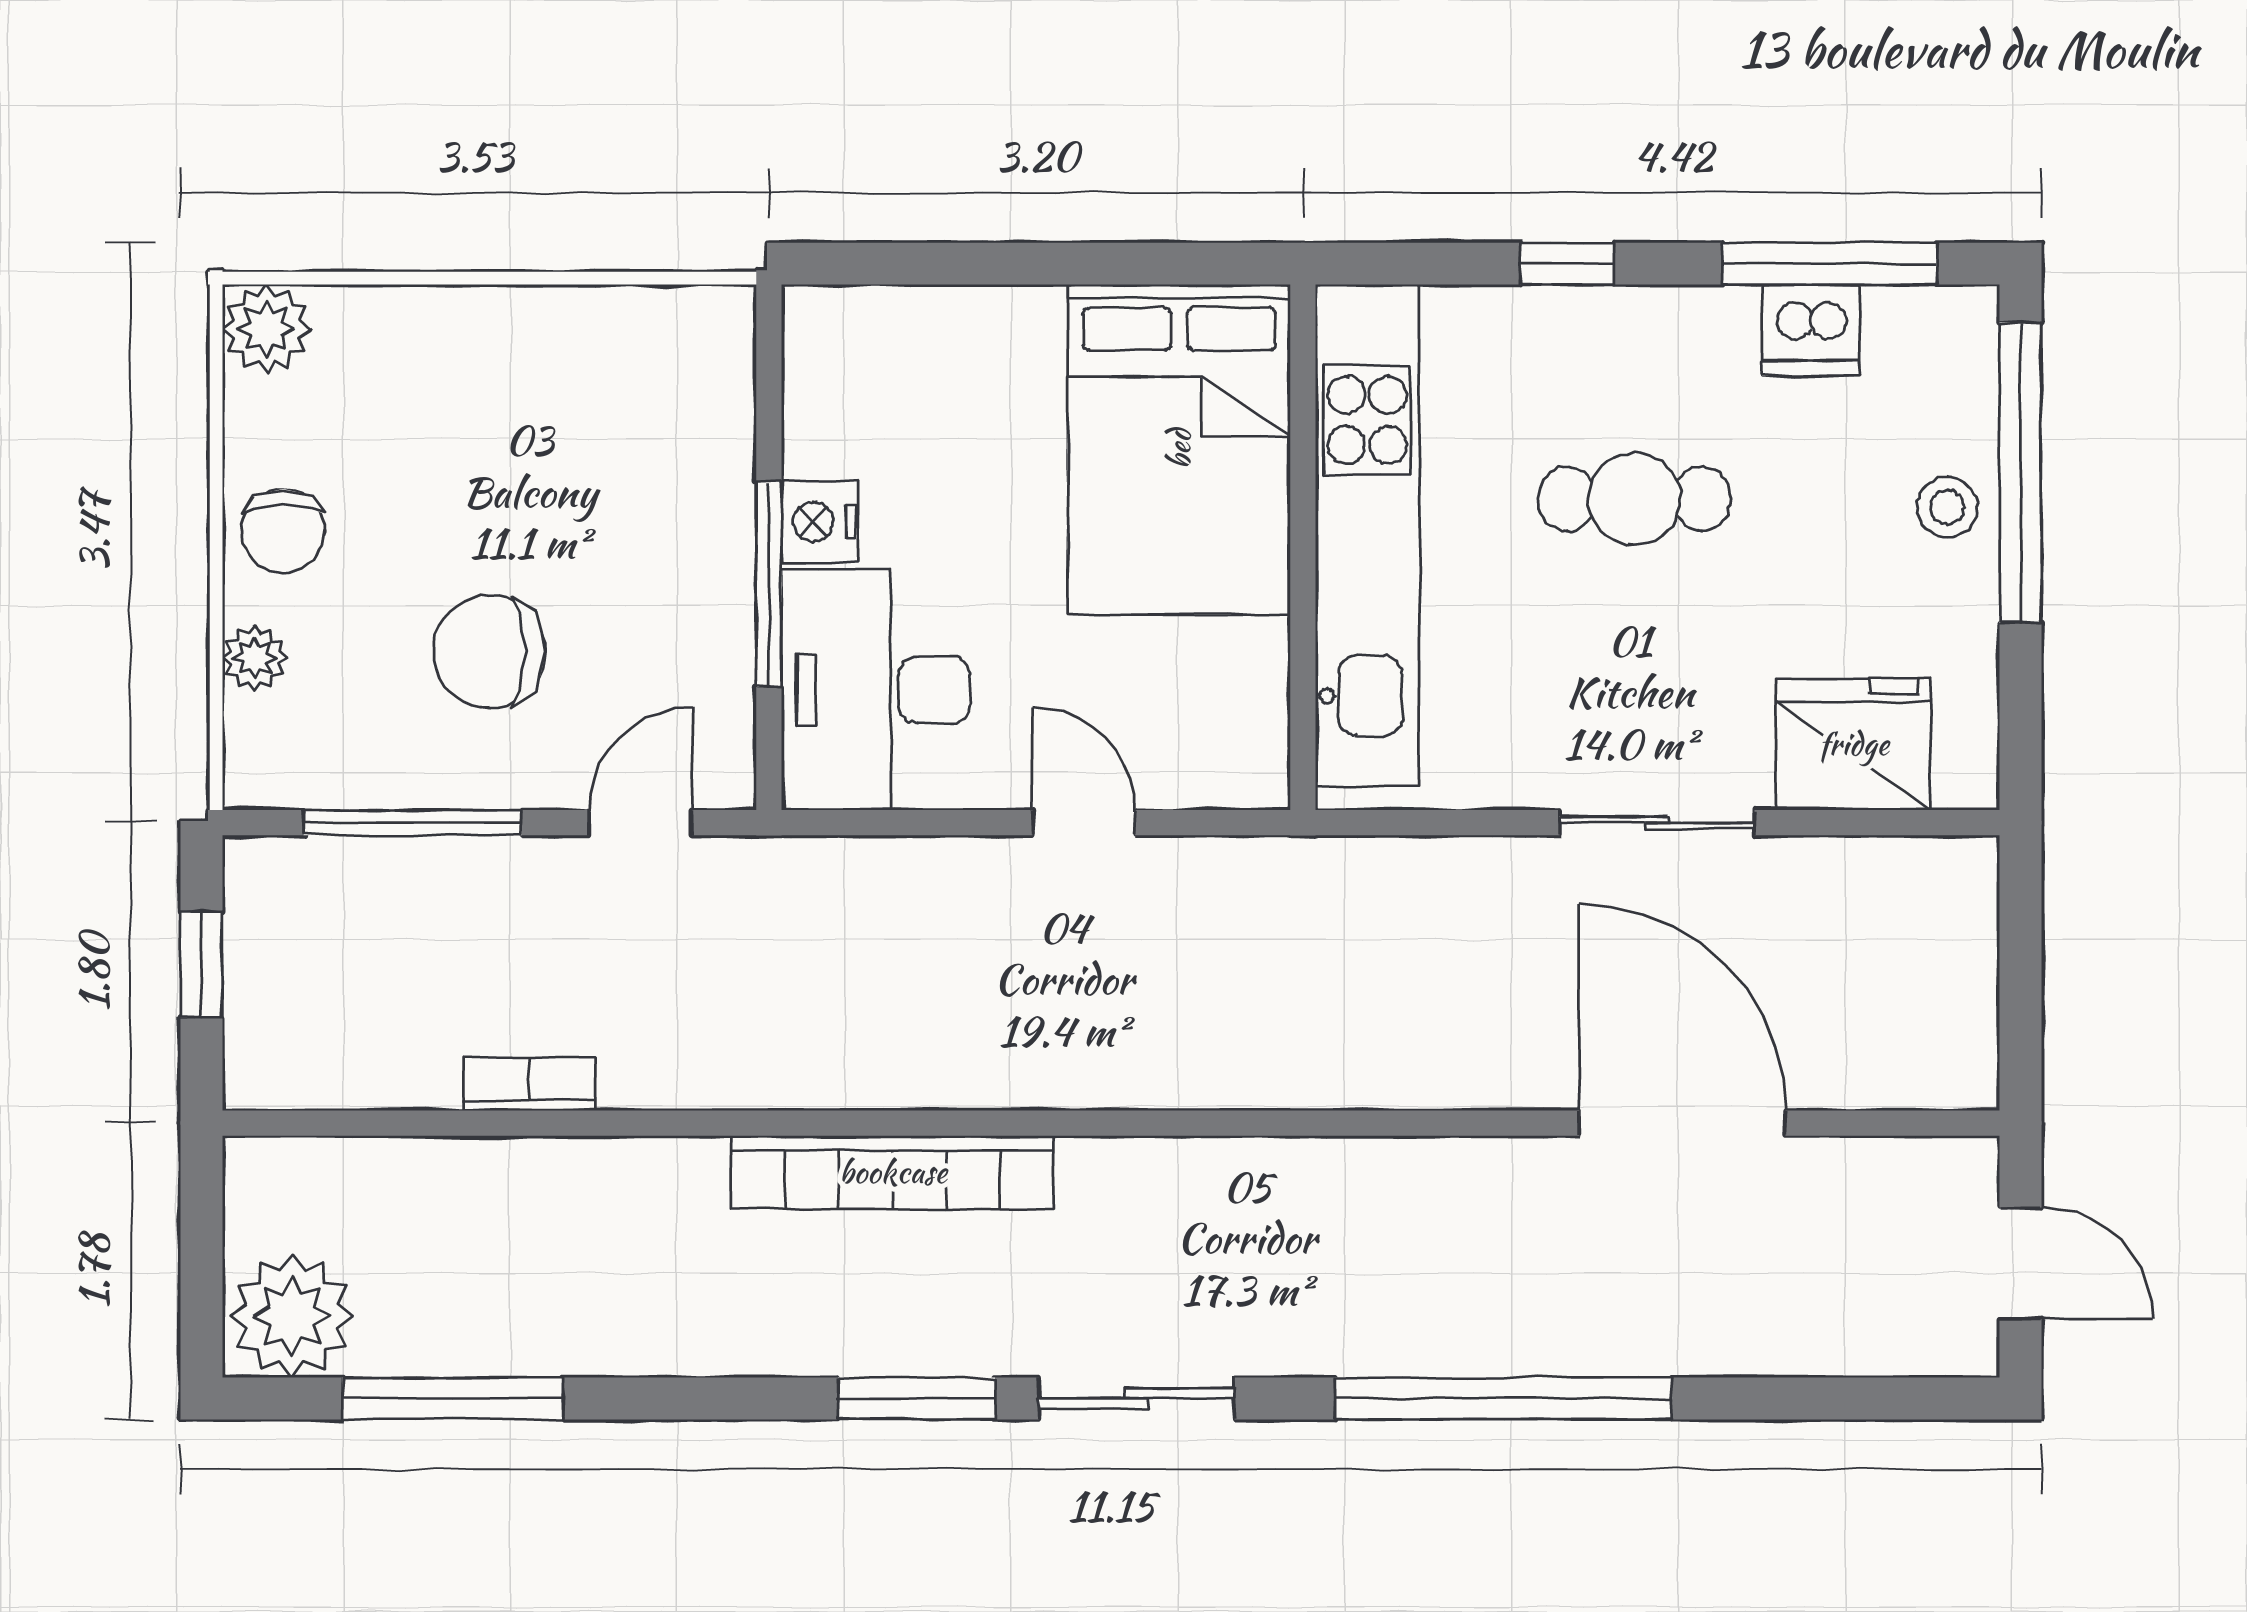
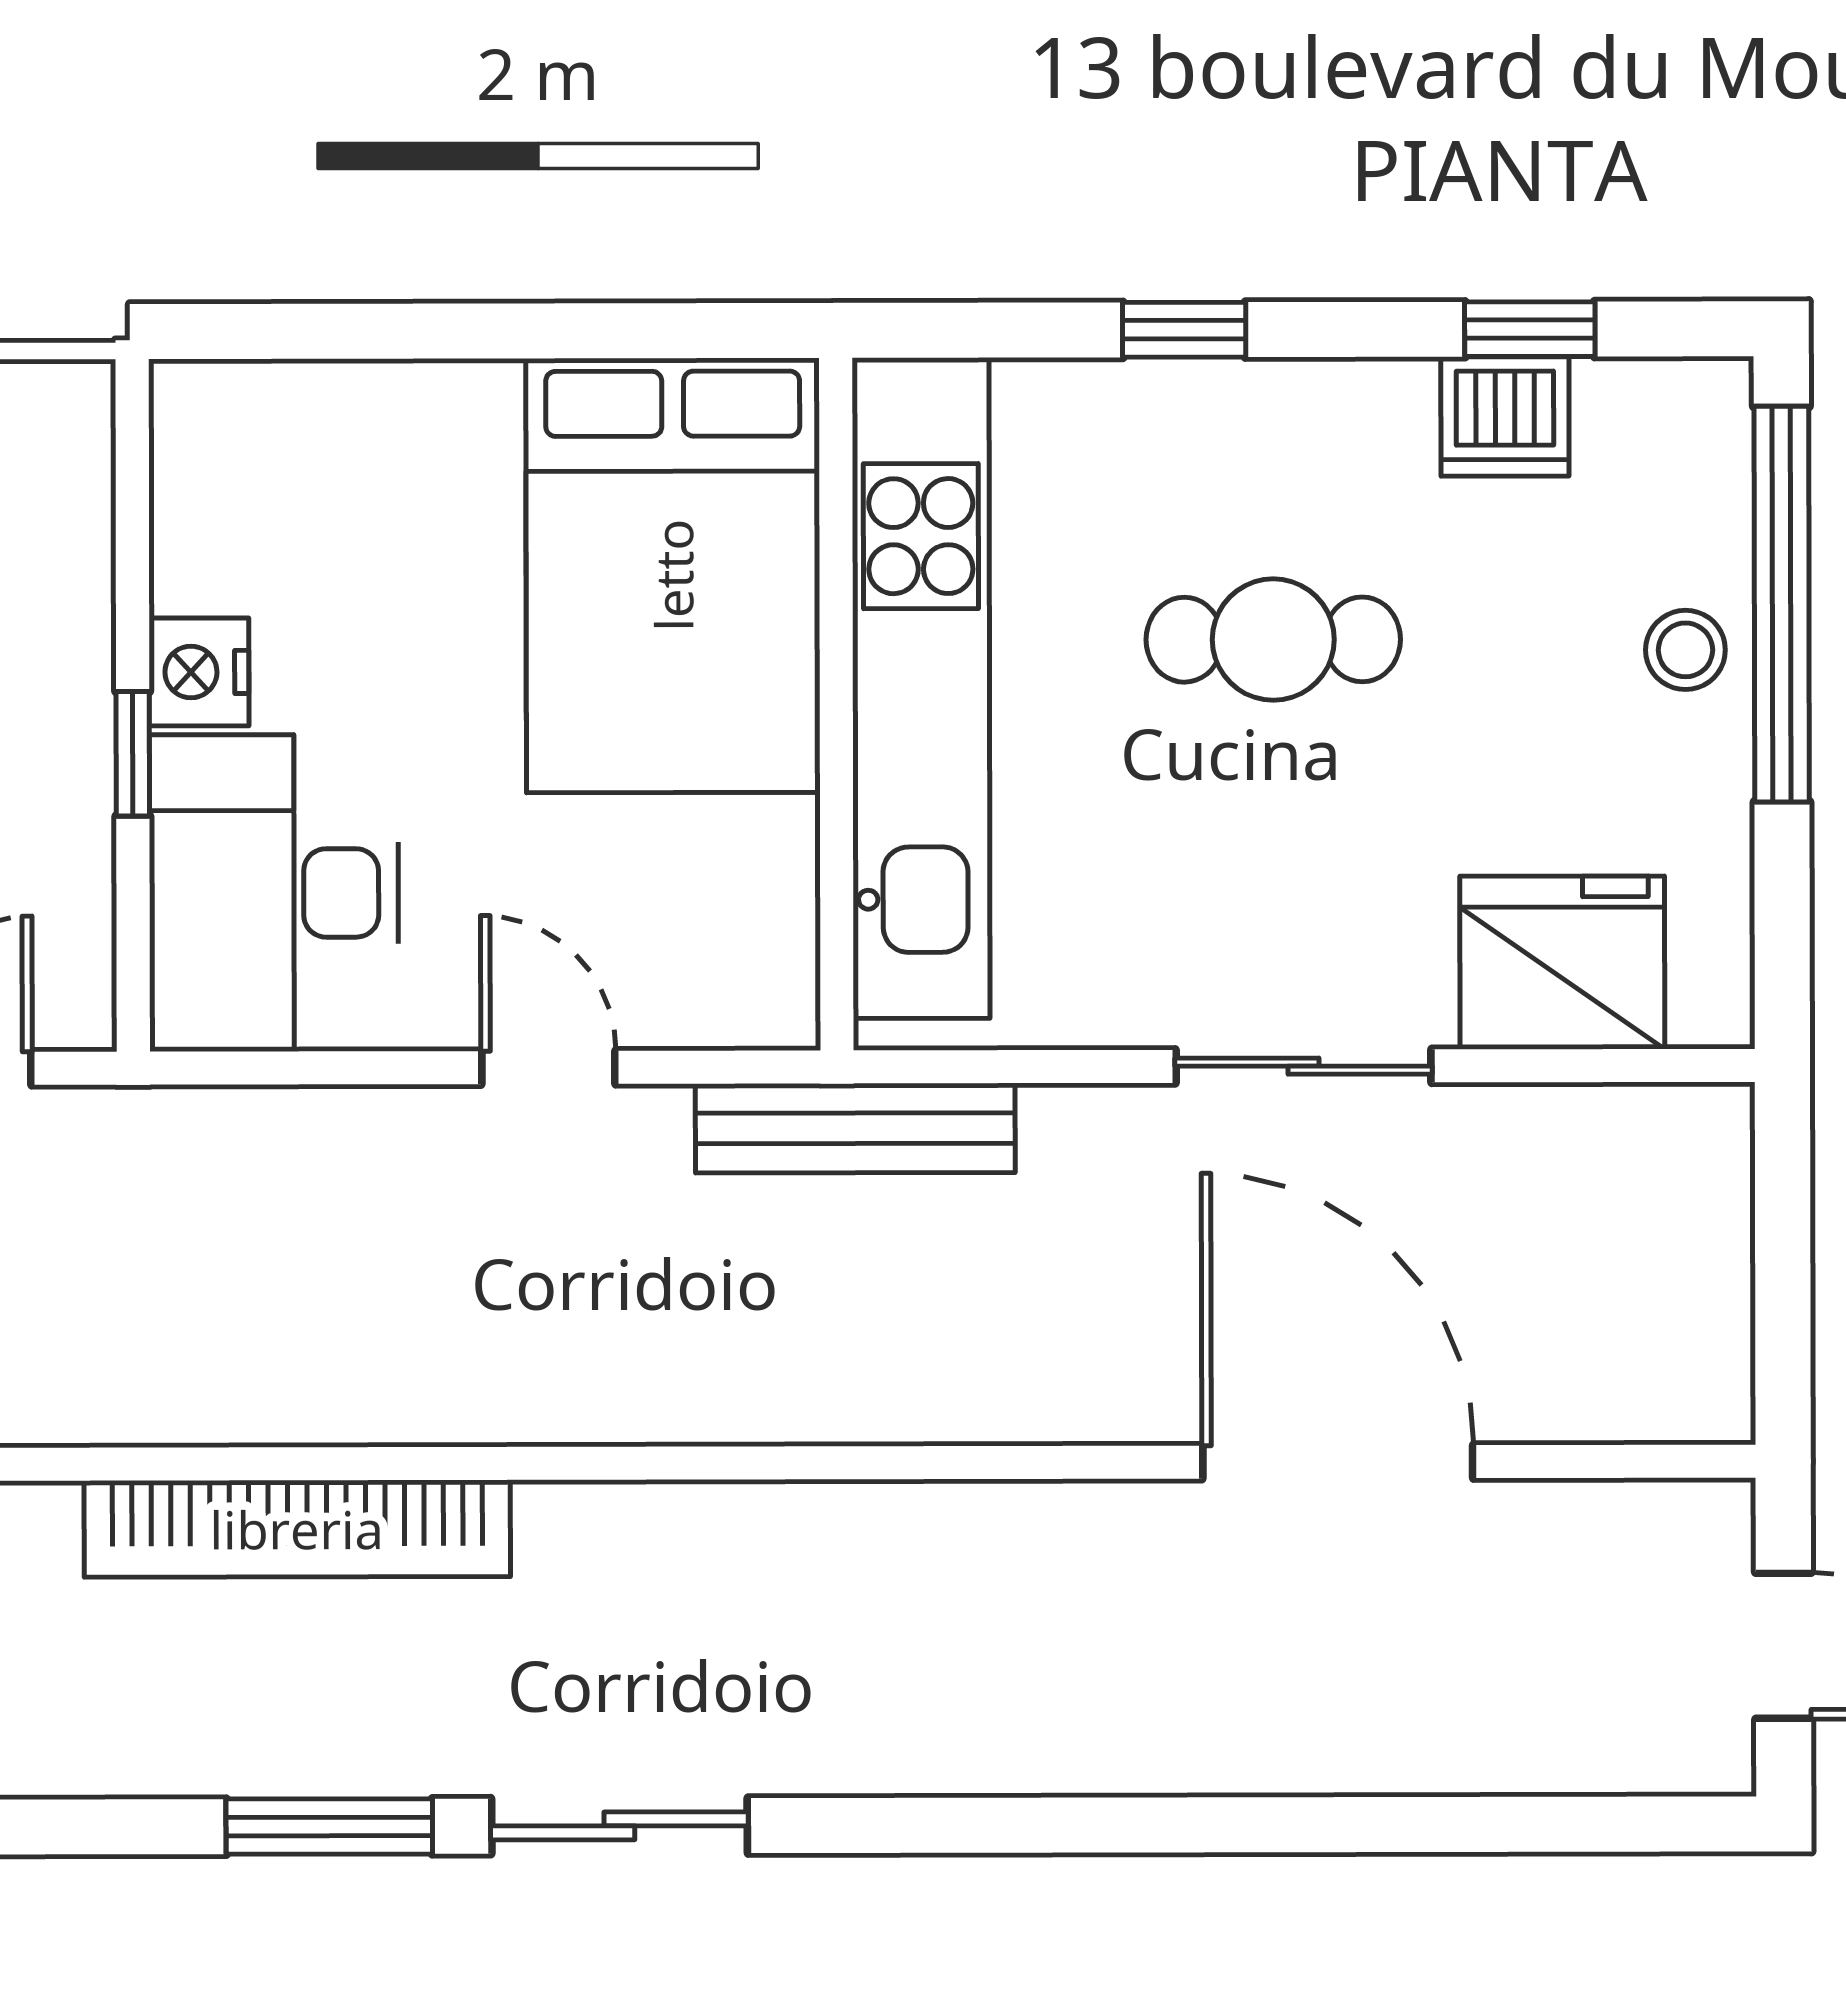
window: (1830, 264) -> (1530, 329), width x0.46
window: (769, 584) -> (133, 754), width x0.46
bench: (1317, 869) -> (855, 1128), added
window: (1503, 1398) -> (1103, 1825), removed

